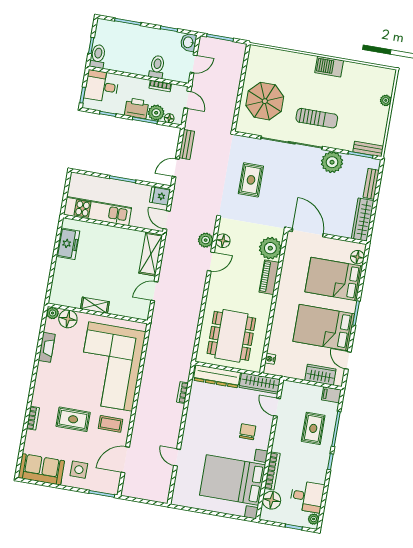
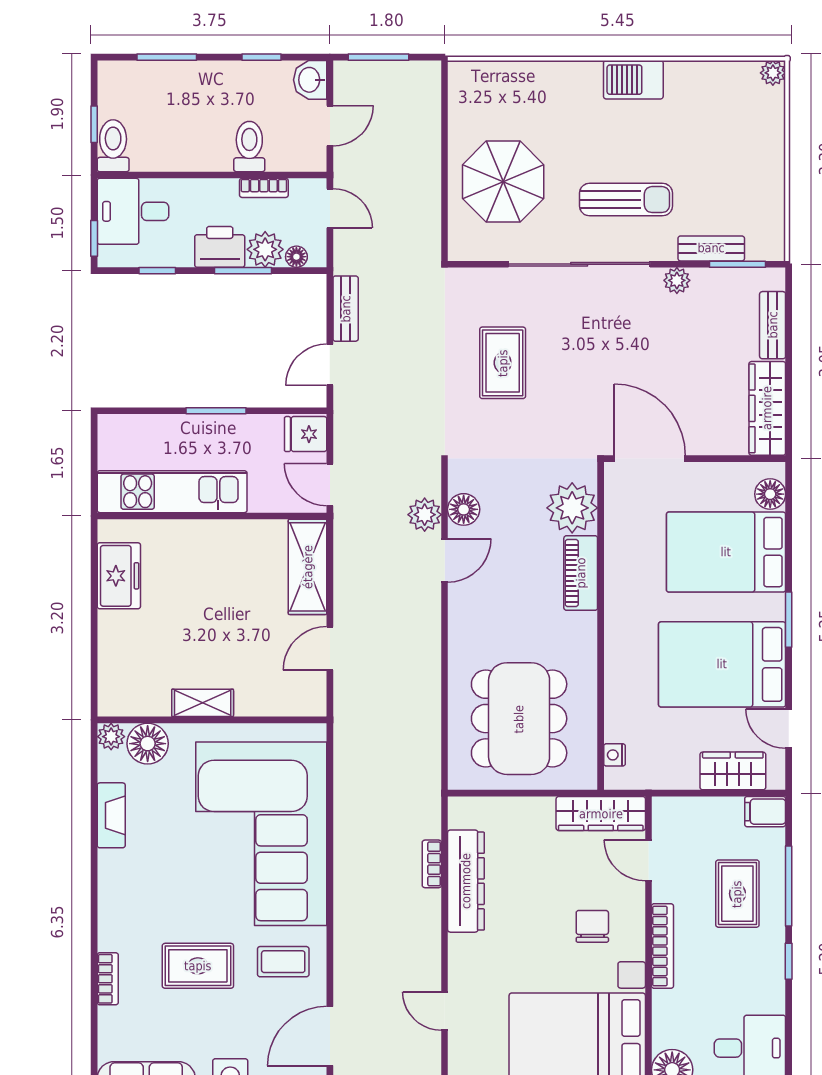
plant: (386, 100) -> (773, 73), moved
bench: (368, 149) -> (711, 248), moved
plant: (332, 162) -> (677, 280), width x0.53, depth x0.53
dresser: (217, 376) -> (466, 881), moved, turned -90
bookcase: (272, 471) -> (663, 946), moved

